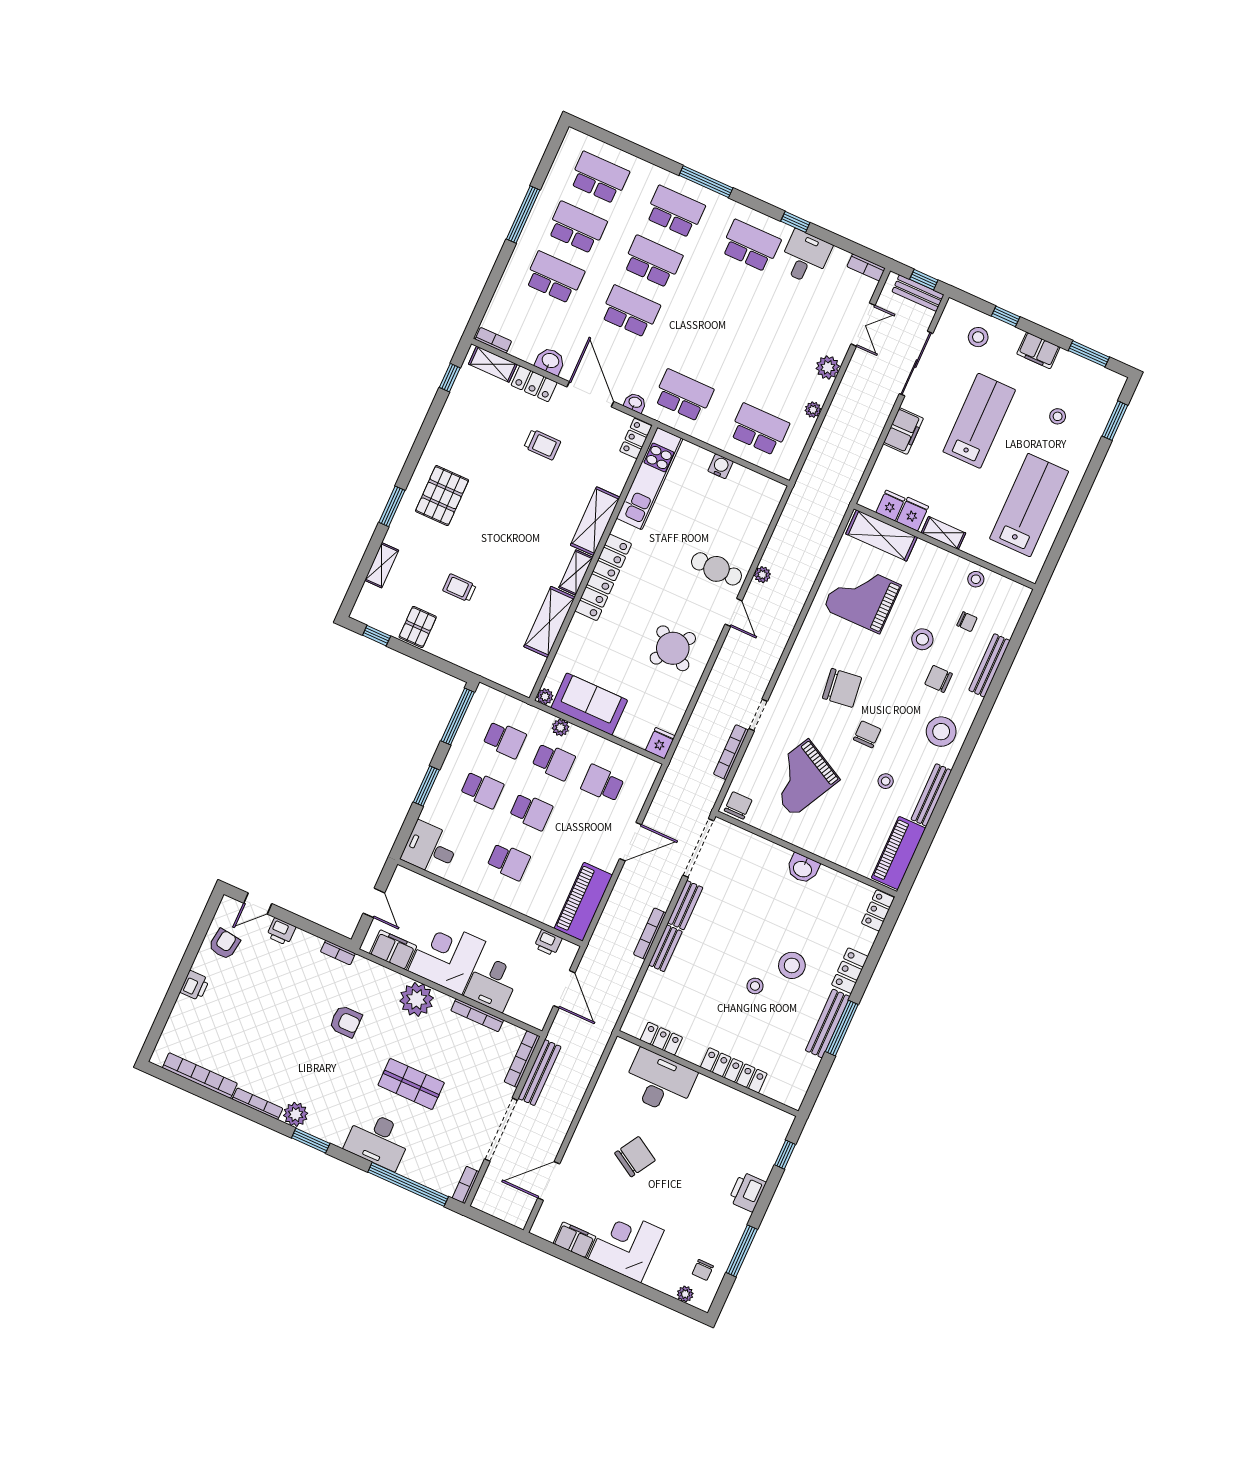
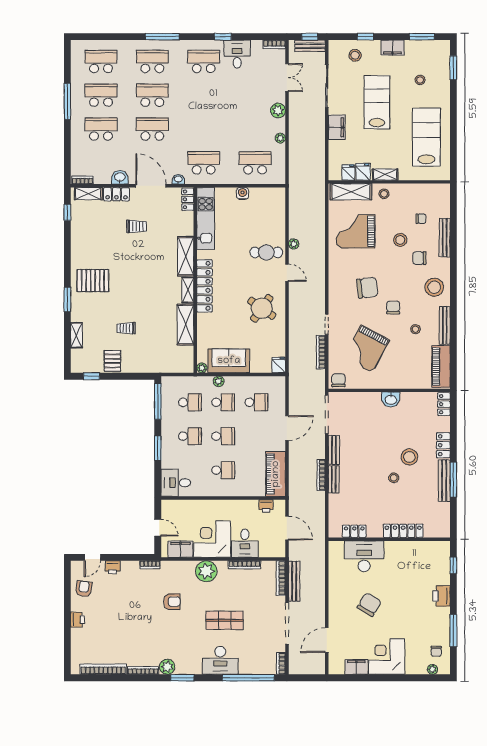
pallet: (442, 496) -> (93, 281), turned 90
stool: (976, 579) -> (384, 194), moved
school desk: (602, 783) -> (256, 402), turned 180

